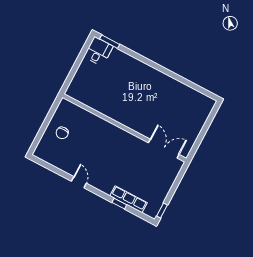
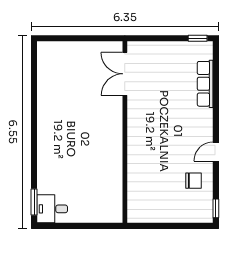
chair: (62, 133) -> (193, 181), moved
window: (119, 204) -> (216, 208), moved

